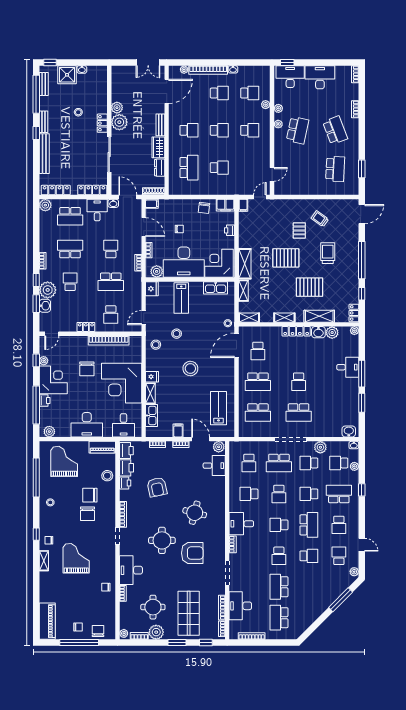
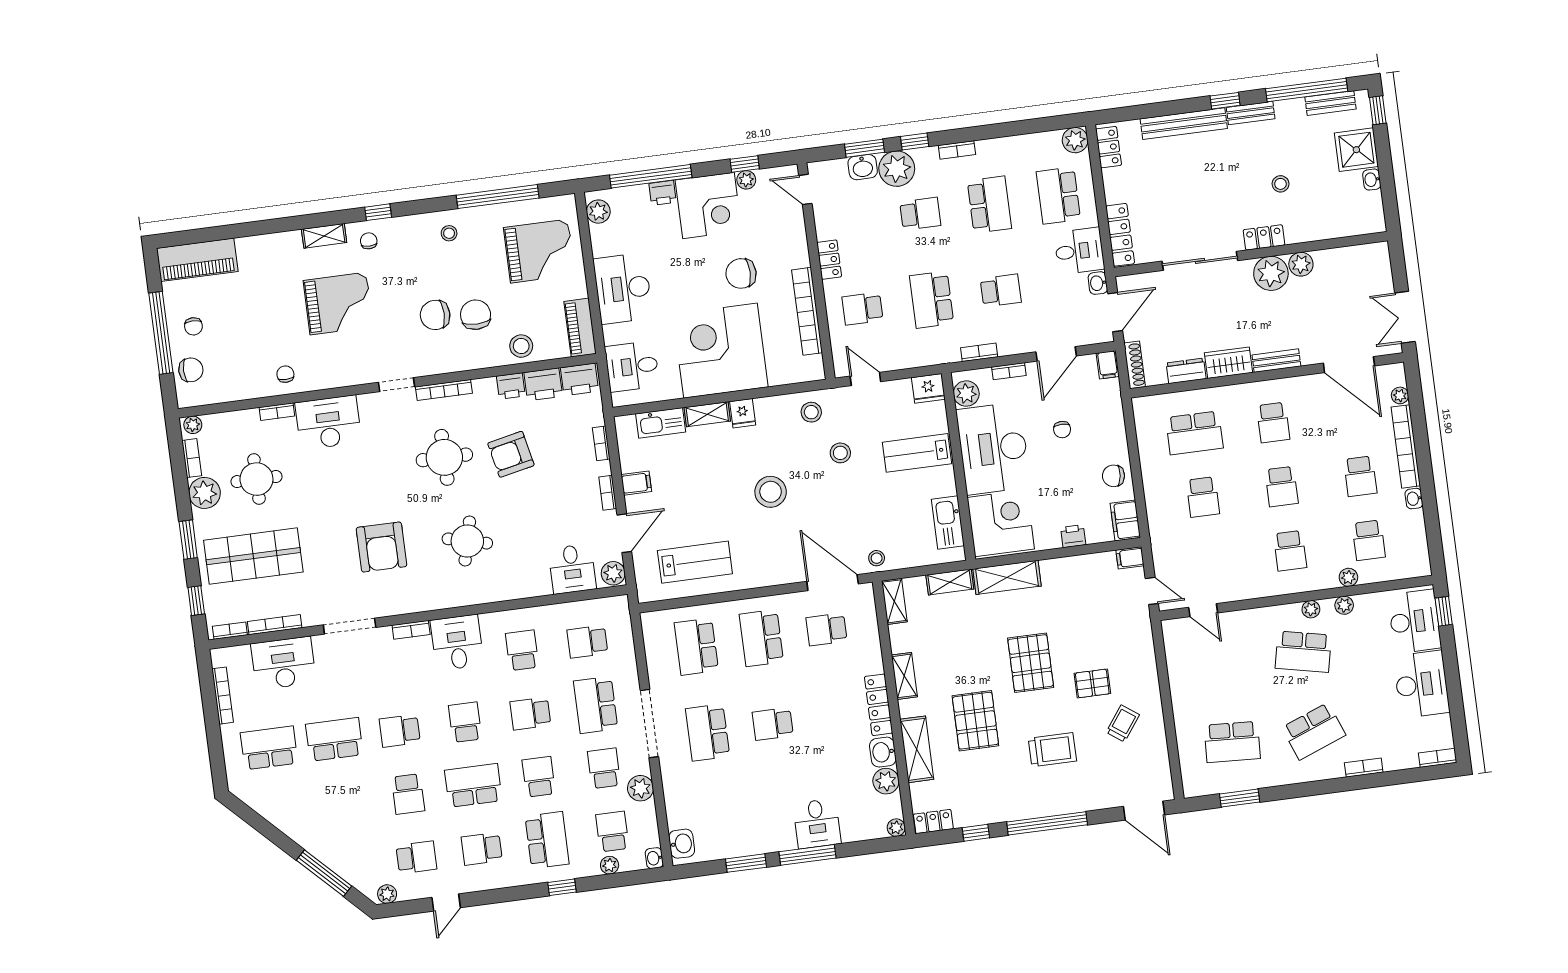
locker: (56, 190) -> (1109, 147), width x0.66
school desk: (309, 525) -> (473, 785), turned 180
round table: (162, 540) -> (444, 457), moved

